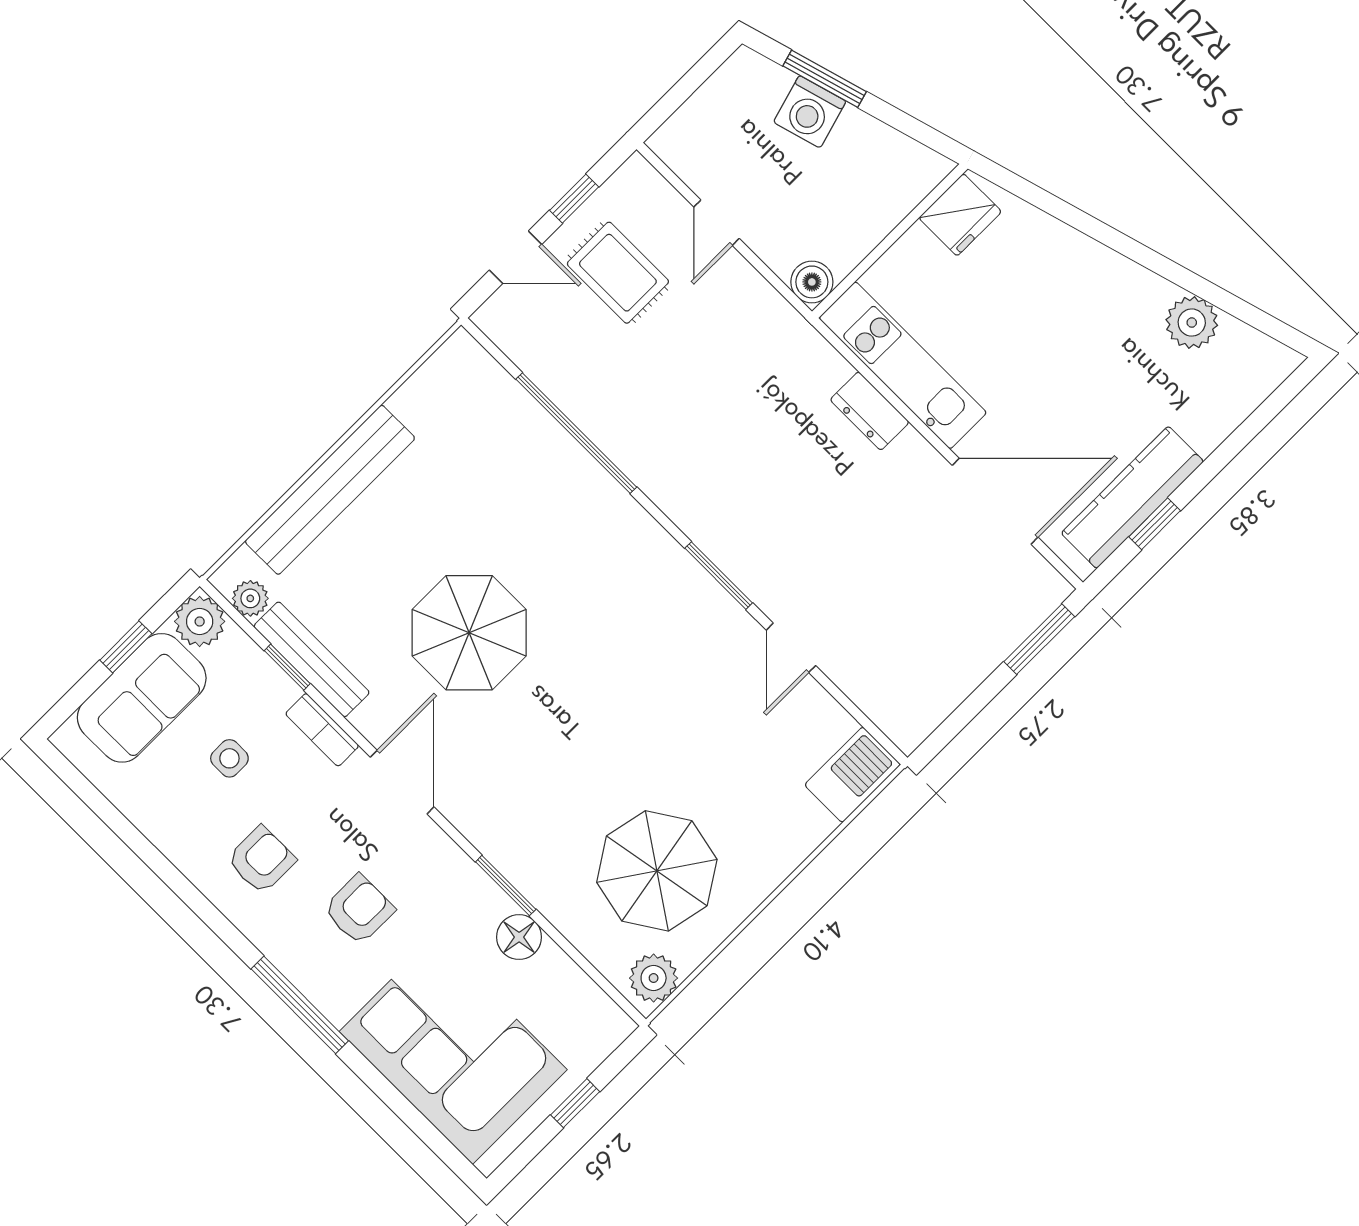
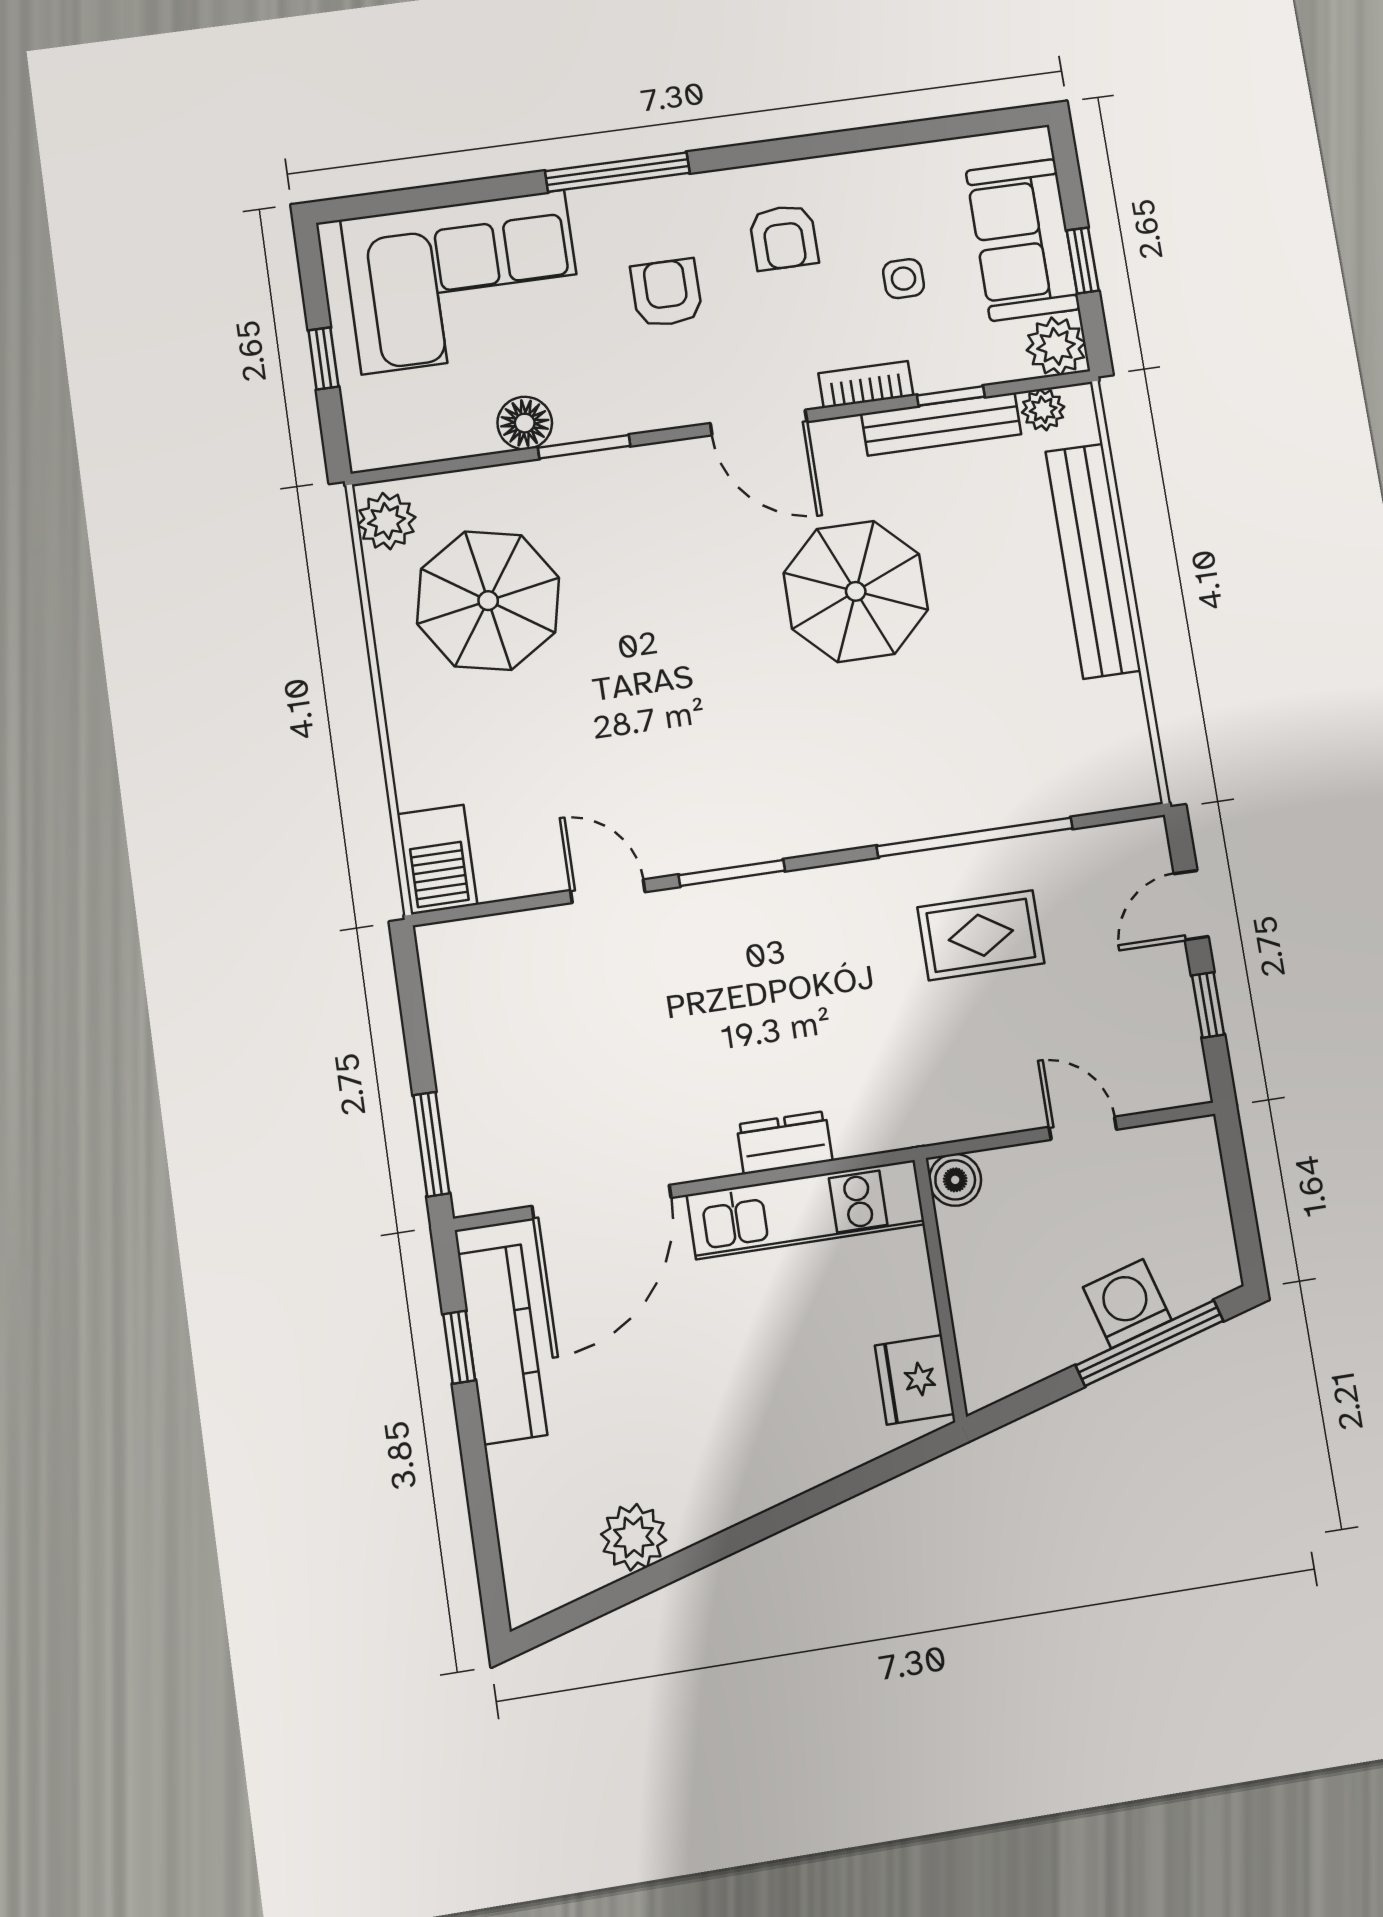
window: (825, 79) -> (1150, 1343), width x1.44
rug: (618, 273) -> (981, 935), moved
armchair: (359, 910) -> (667, 293), turned 180

